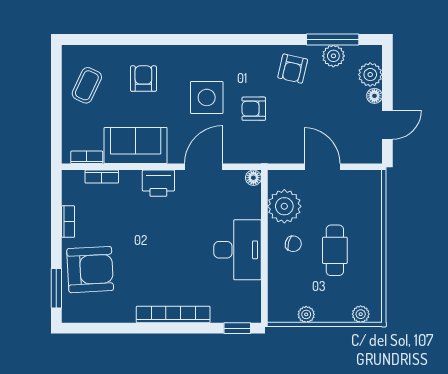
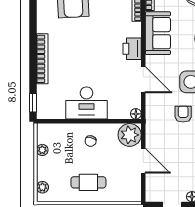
door: (322, 167) -> (143, 161), hinge flipped
plant: (284, 206) -> (130, 135), moved
cafe table: (335, 250) -> (88, 182), moved

